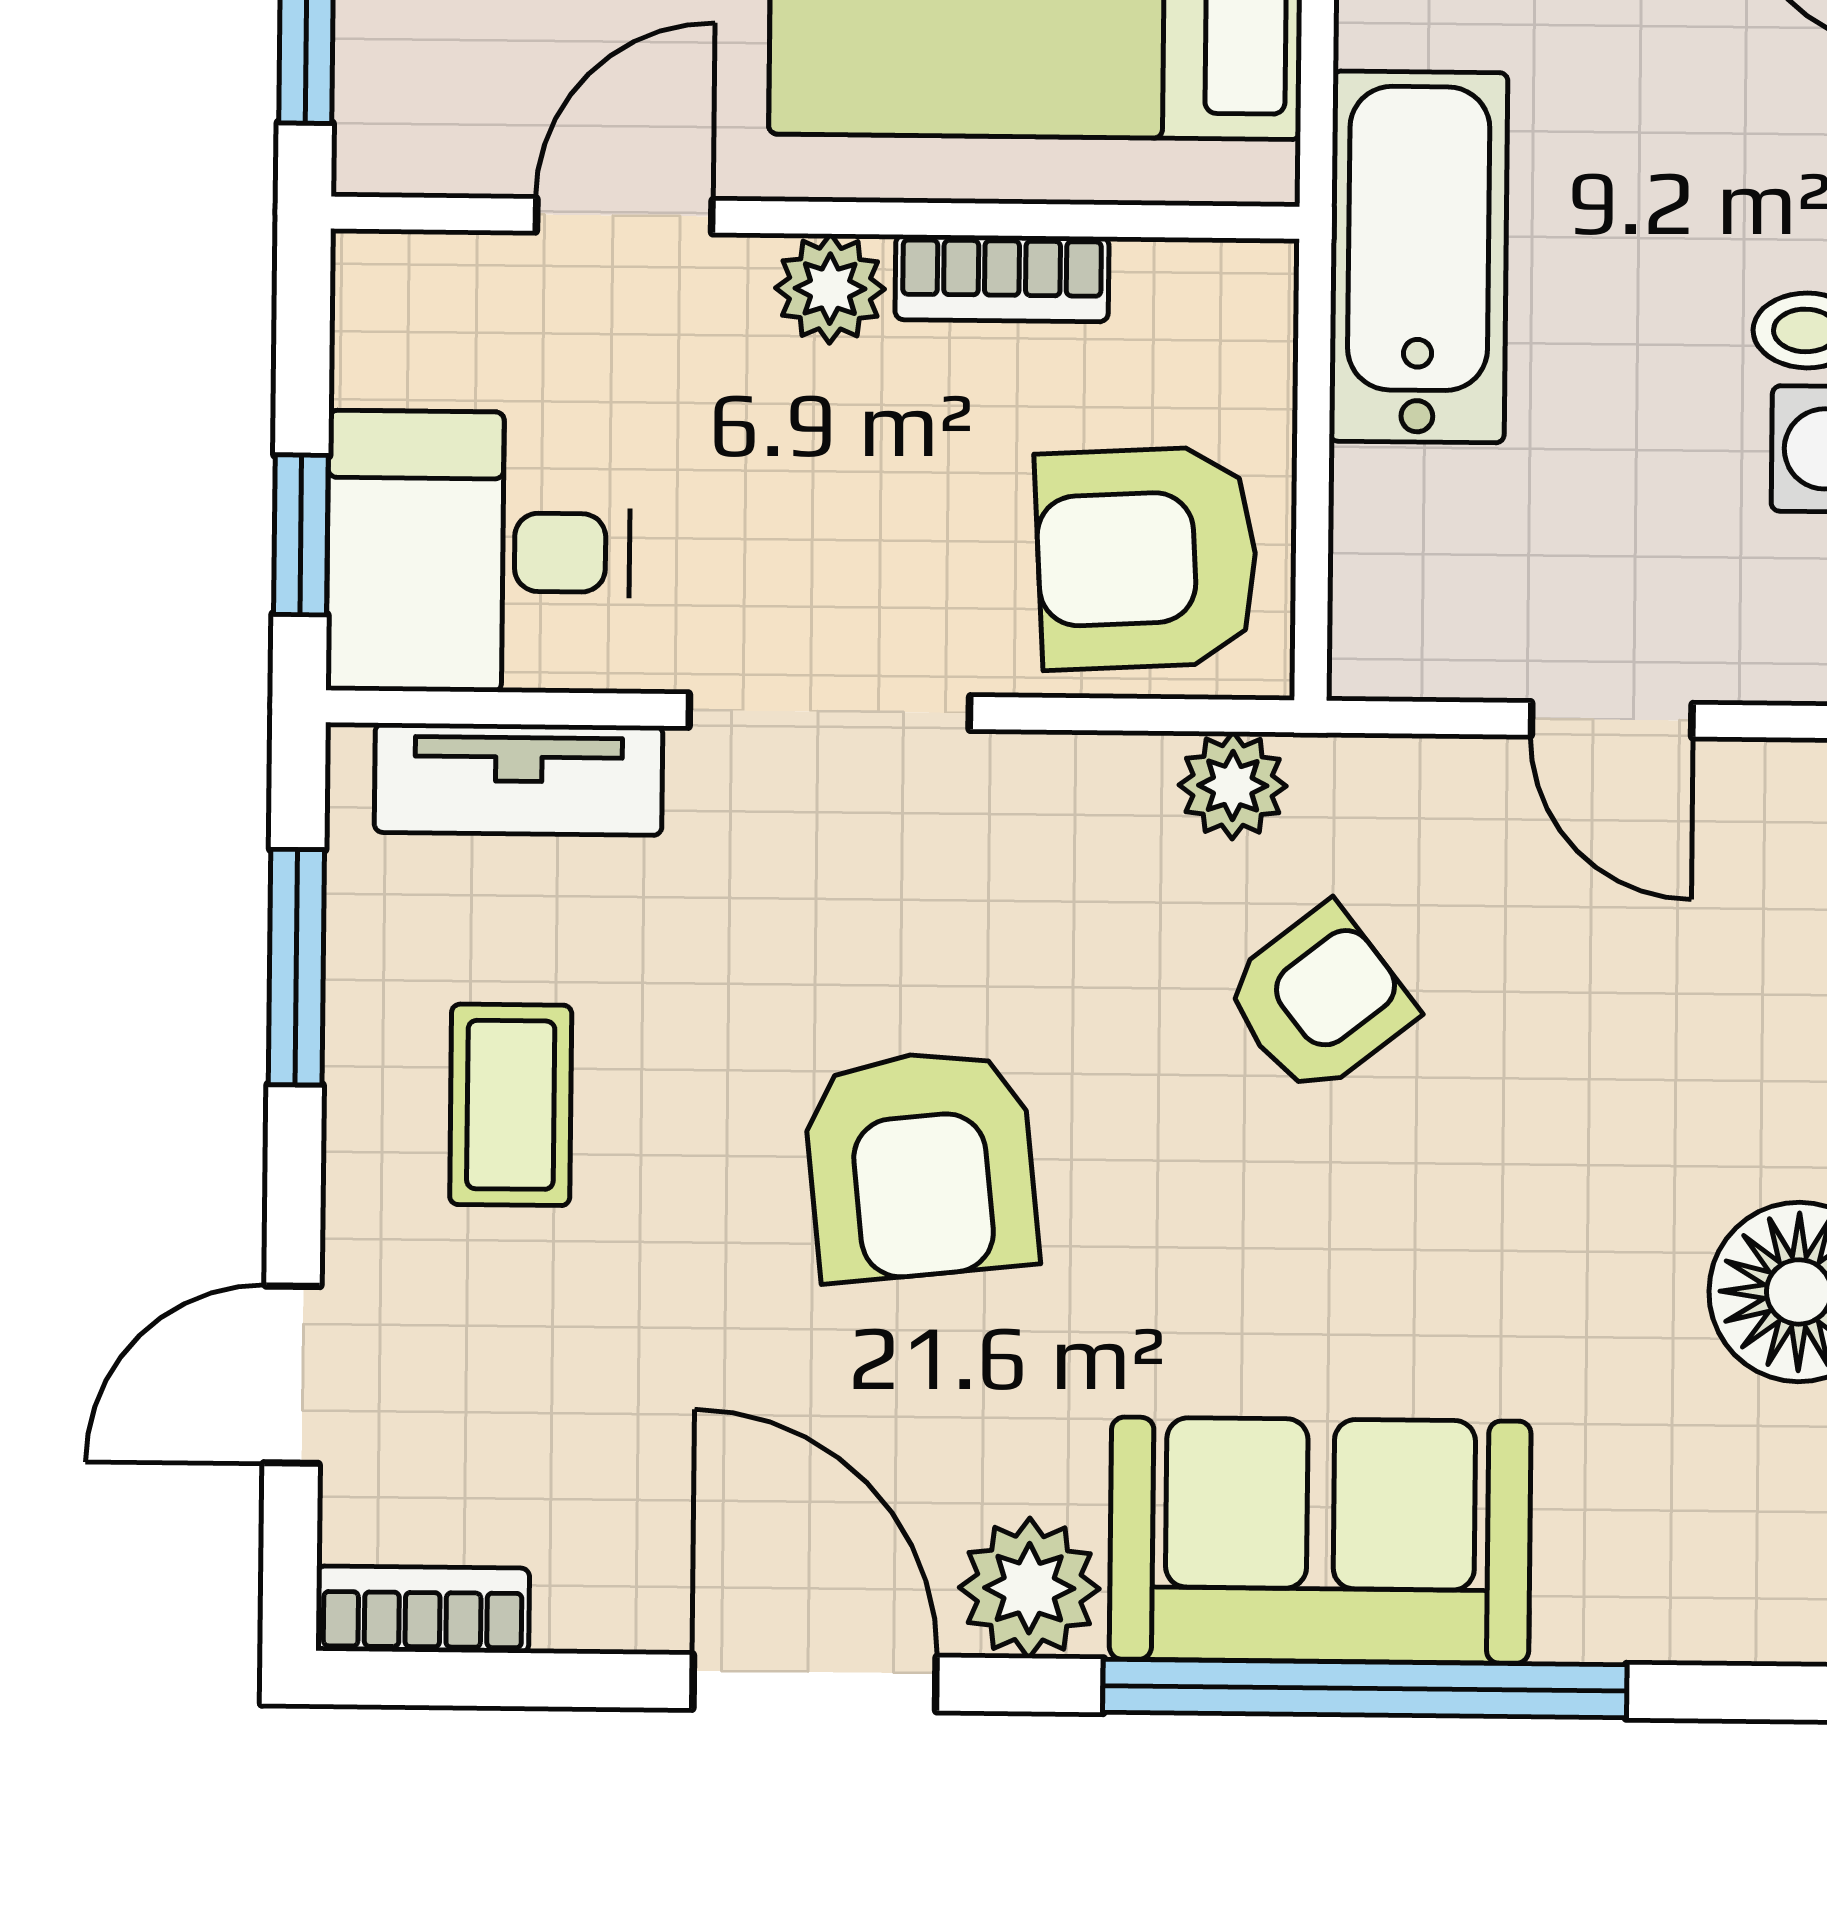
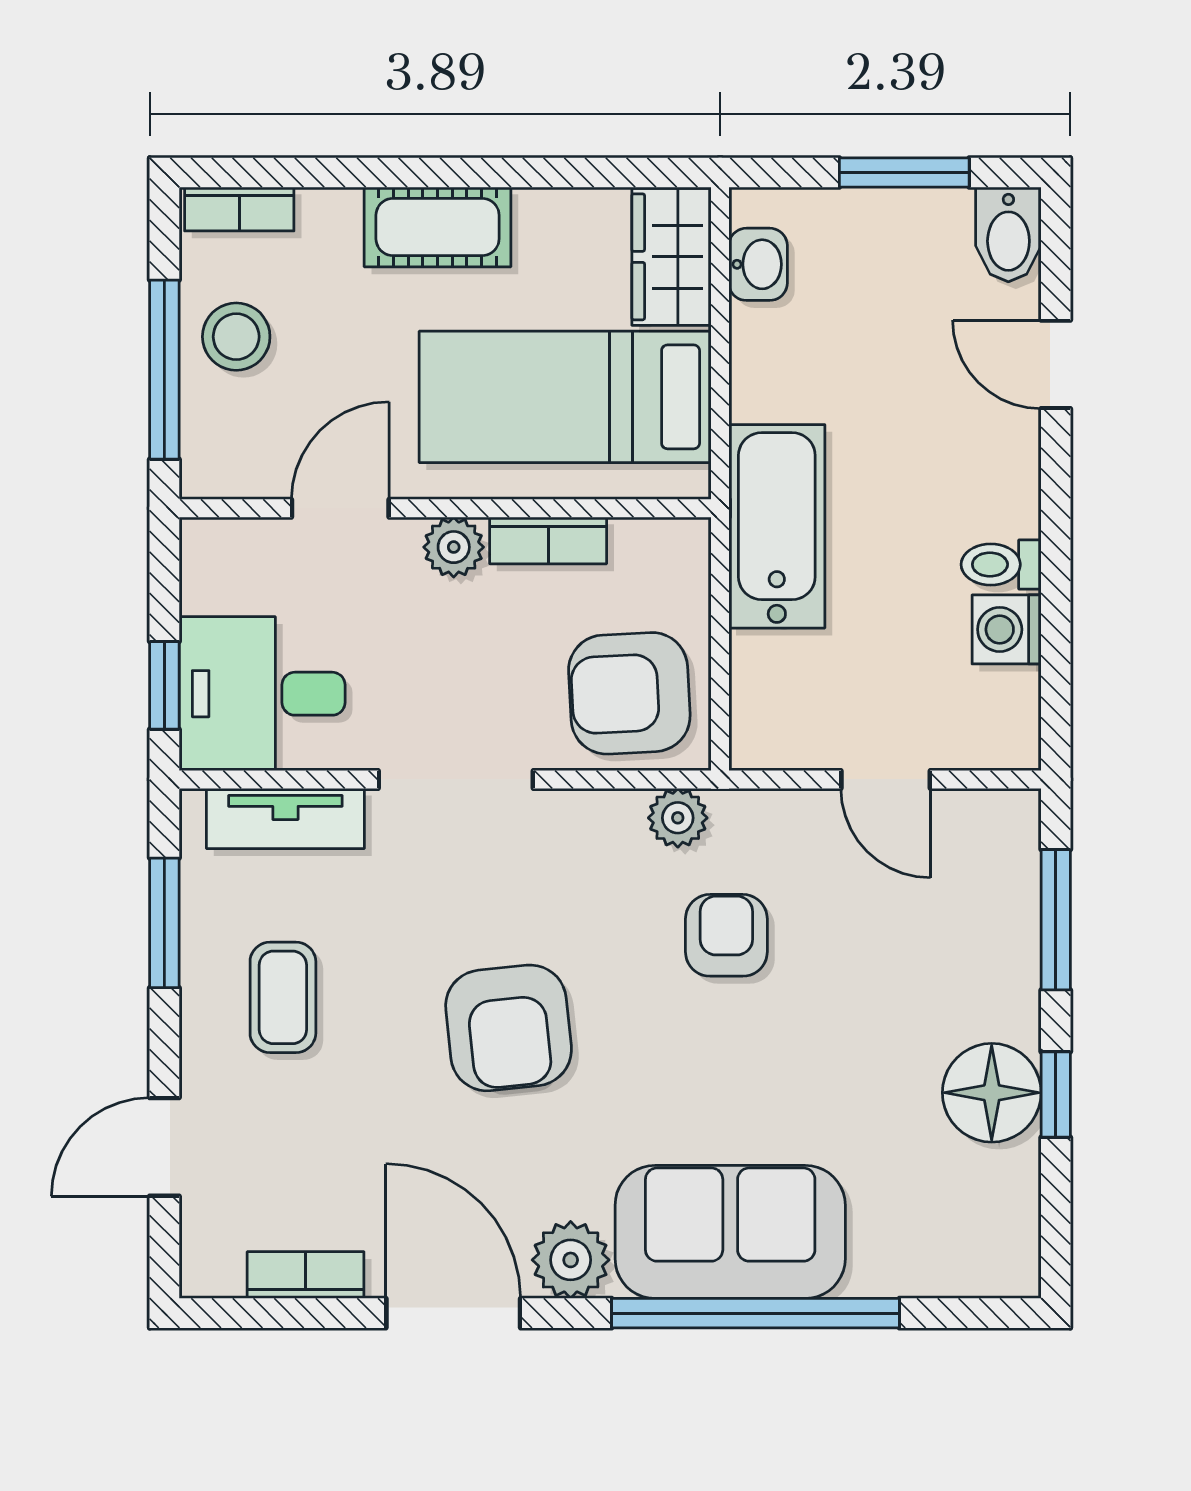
armchair: (1319, 1000) -> (726, 935), turned -52
bookcase: (423, 1609) -> (306, 1275), moved

